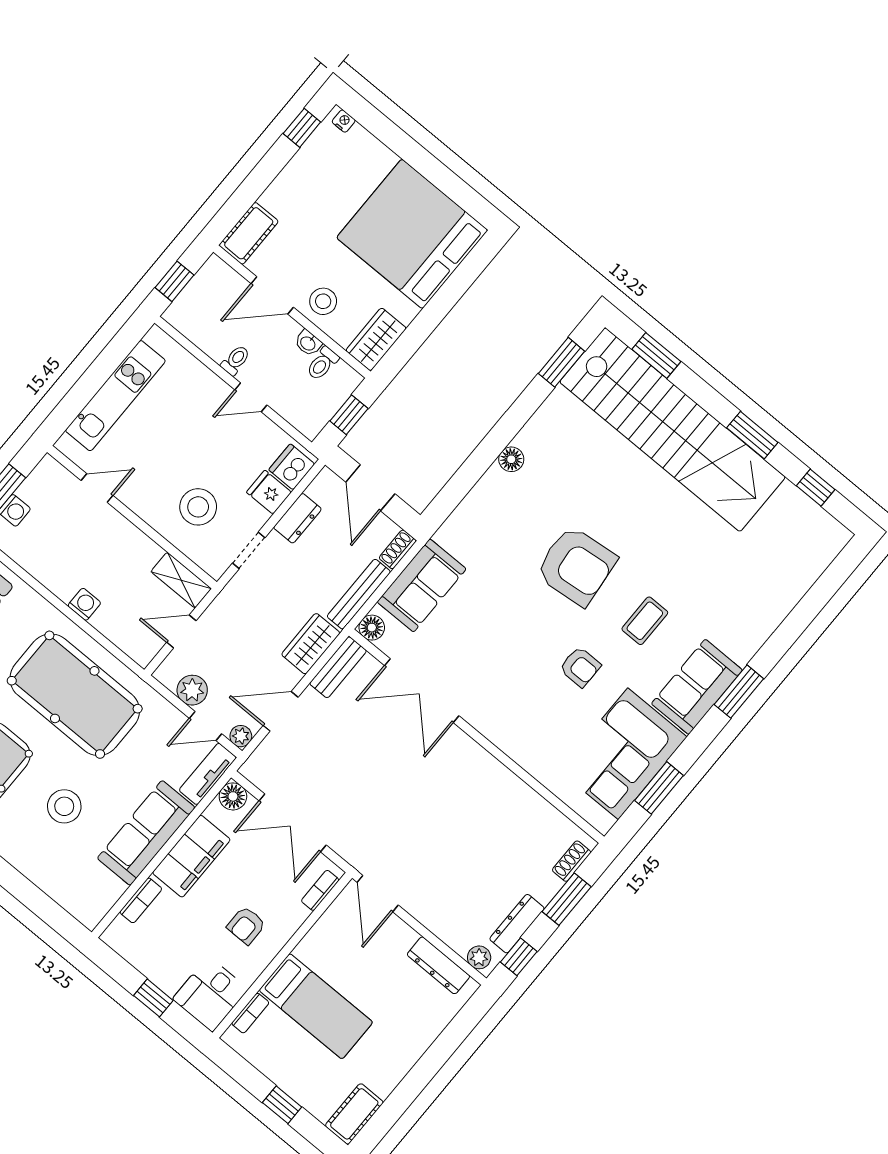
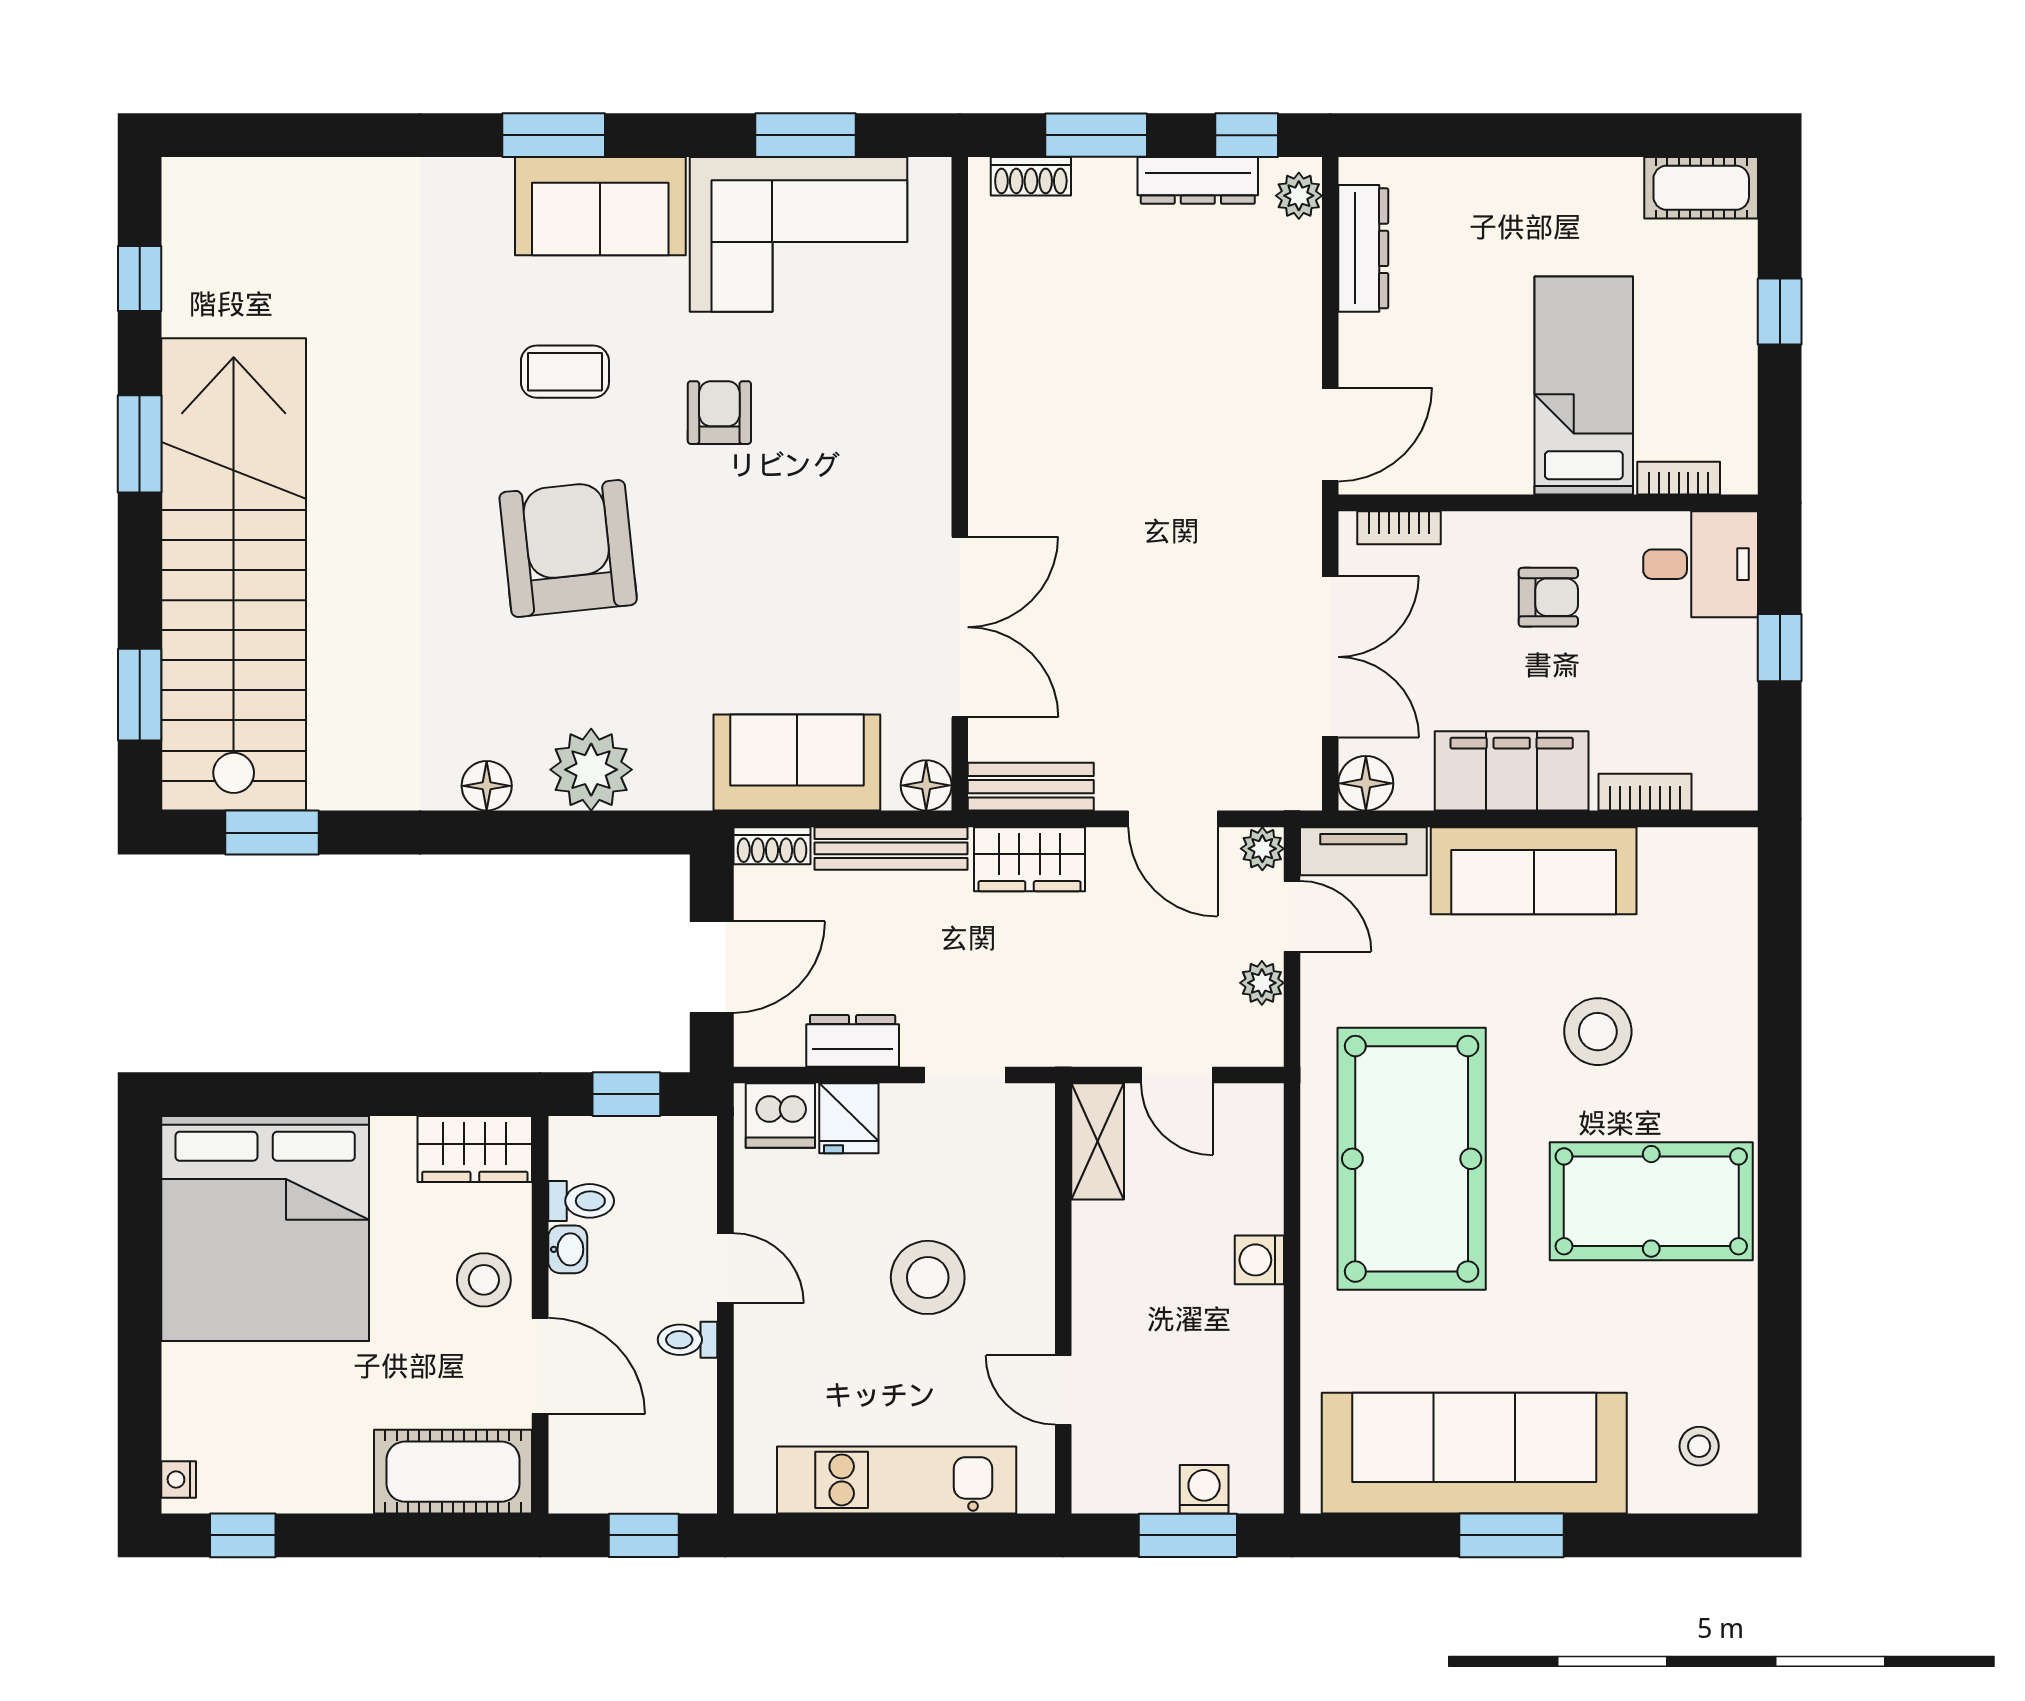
cot: (249, 233) -> (453, 1472), width x1.37, depth x1.34
plant: (484, 504) -> (591, 770), added
stool: (198, 507) -> (928, 1277), moved
plant: (192, 690) -> (1262, 983), width x0.73, depth x0.73

